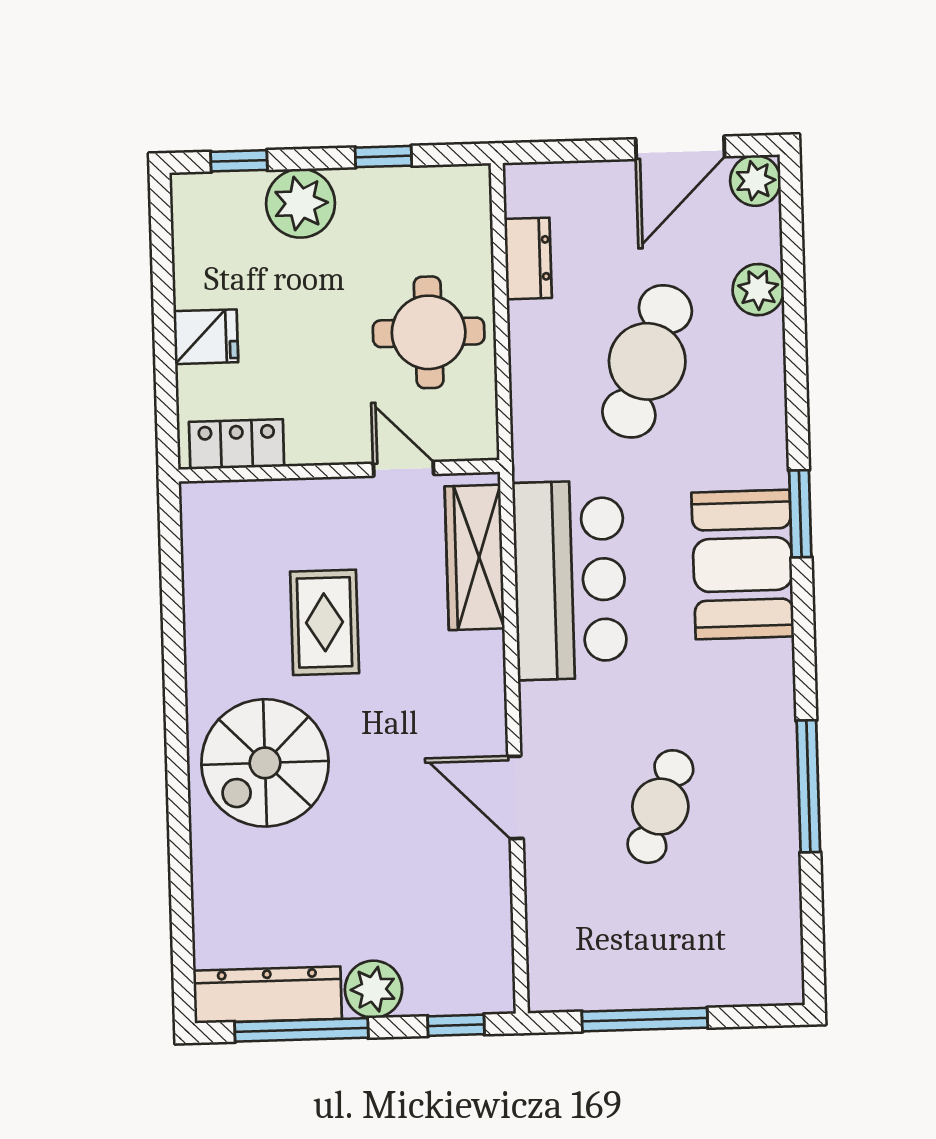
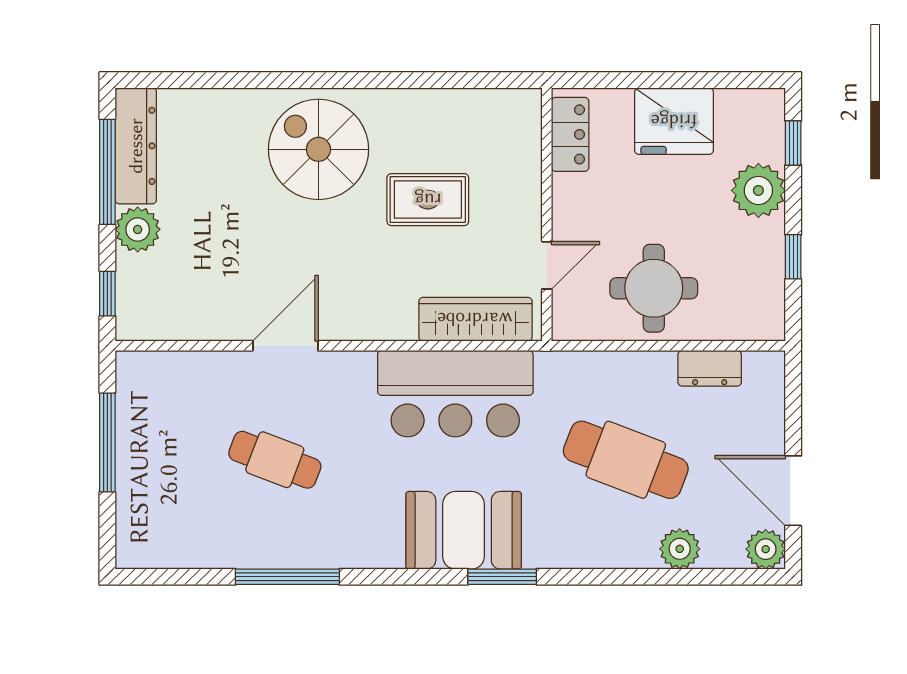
fridge: (206, 337) -> (674, 121), width x1.88, depth x1.34

